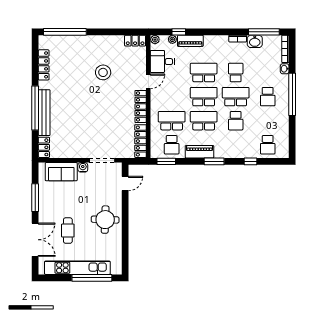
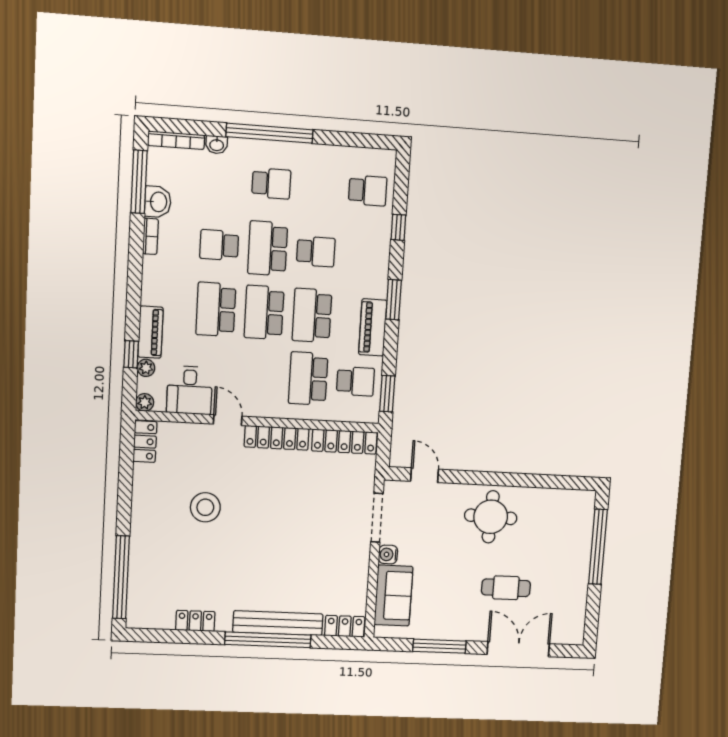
locker: (44, 65) -> (195, 621), width x0.66
kitchen unit: (77, 268) -> (577, 573), removed

